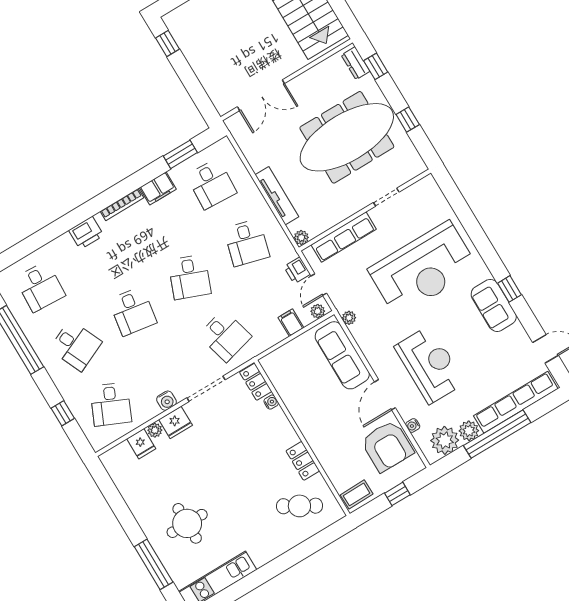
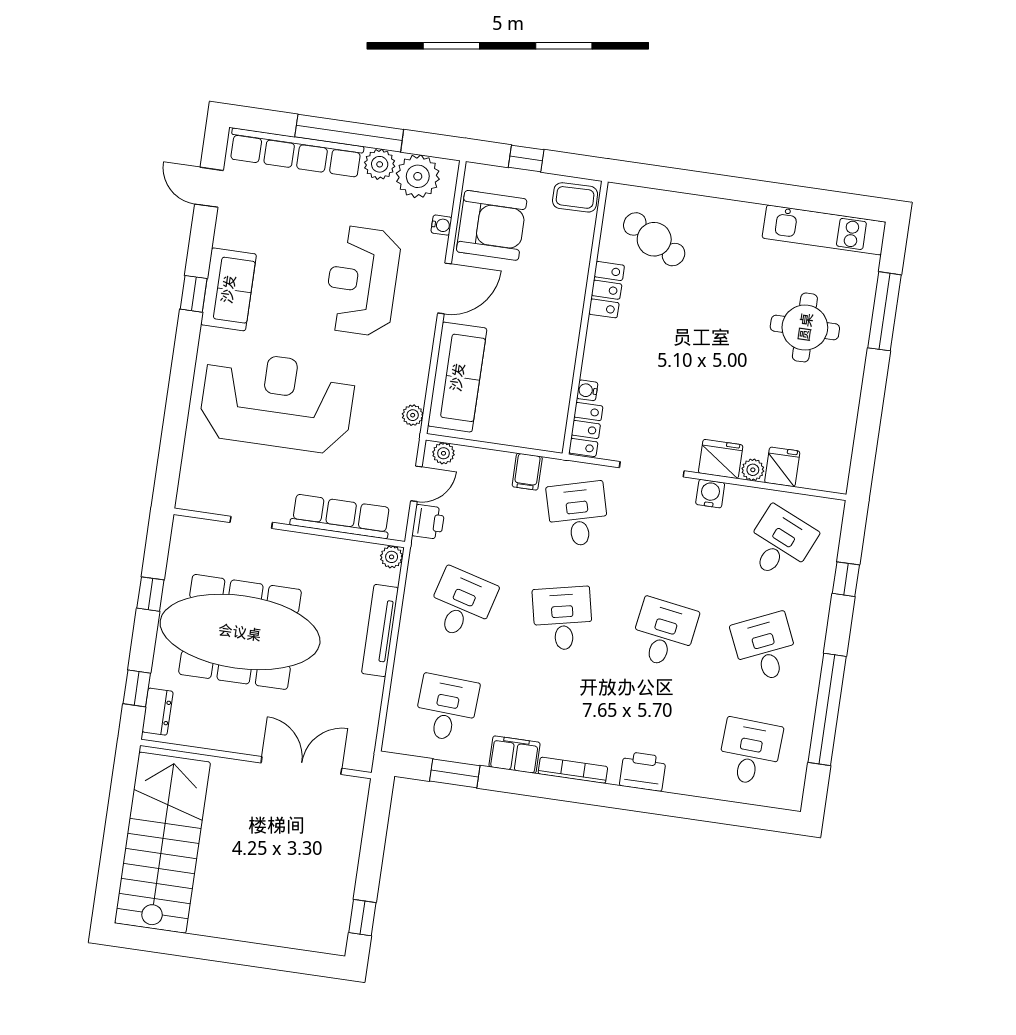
desk: (190, 277) -> (563, 618), turned -33
filing cabinet: (291, 323) -> (527, 472), moved
armchair: (387, 446) -> (492, 225), turned 90

